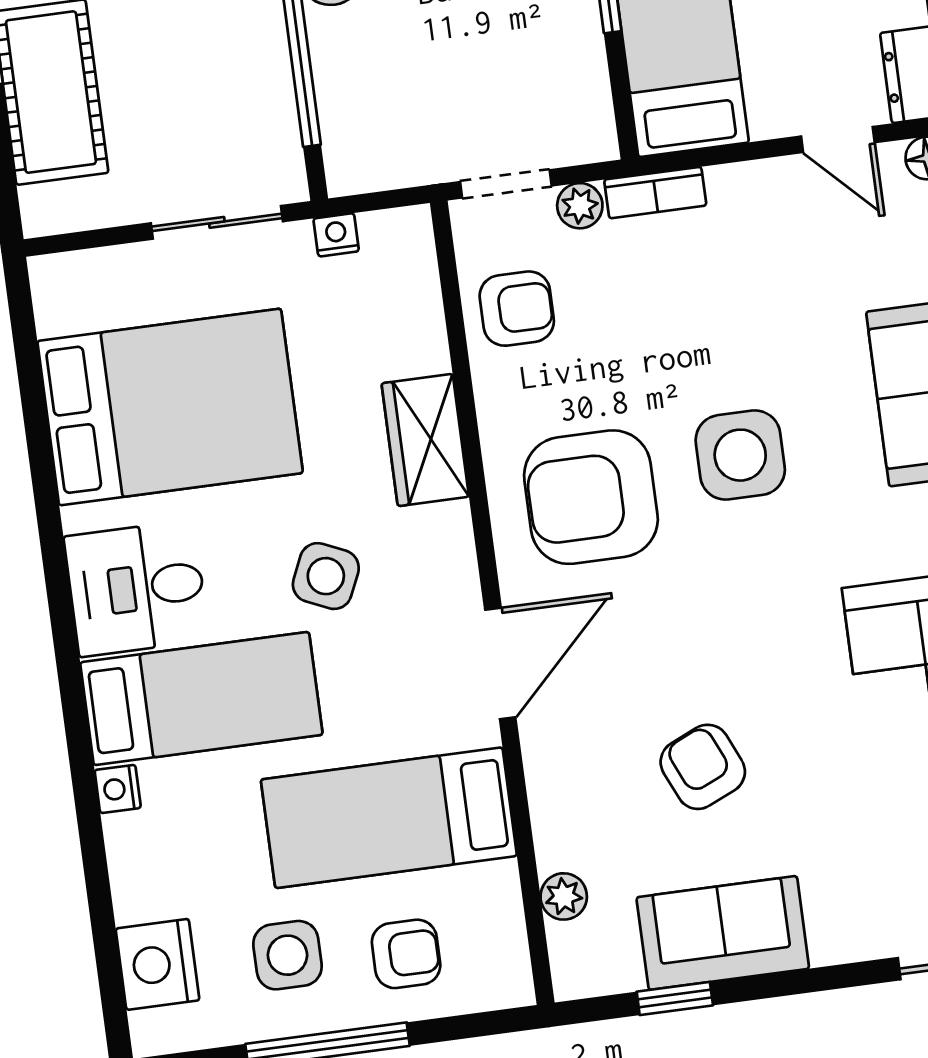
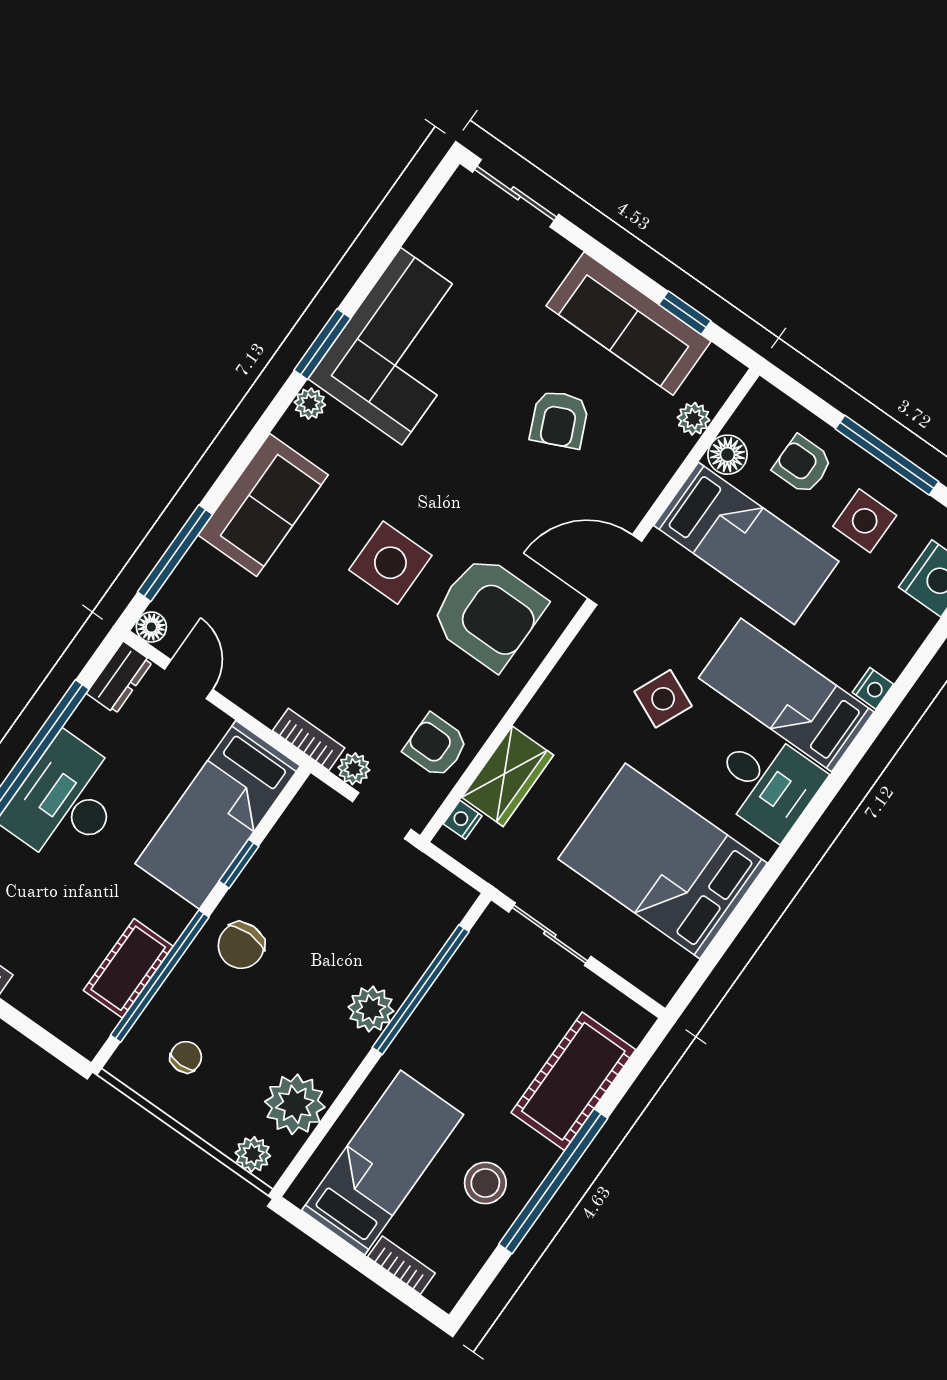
nightstand: (336, 235) -> (463, 820), moved, turned 90
wardrobe: (425, 440) -> (508, 776), moved
floor lamp: (494, 892) -> (727, 455), added
sofa: (723, 933) -> (629, 324), width x1.36

